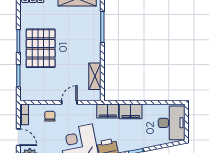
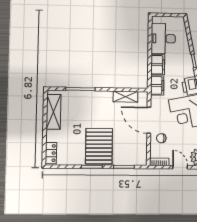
pallet: (41, 48) -> (99, 146), turned 90
door: (69, 102) -> (149, 120), width x1.88
desk: (172, 123) -> (163, 39), moved, turned -90
door: (18, 137) -> (180, 167), hinge flipped

